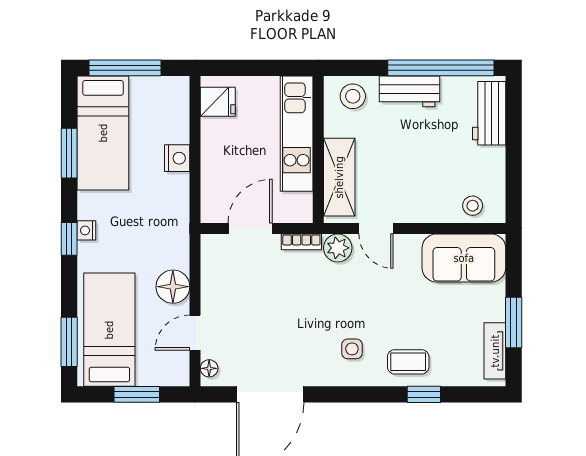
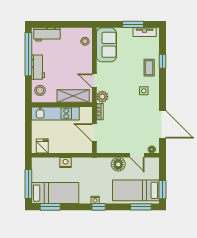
window: (69, 153) -> (50, 207), moved
door: (376, 228) -> (94, 81), swing flipped
window: (137, 394) -> (162, 190), moved

